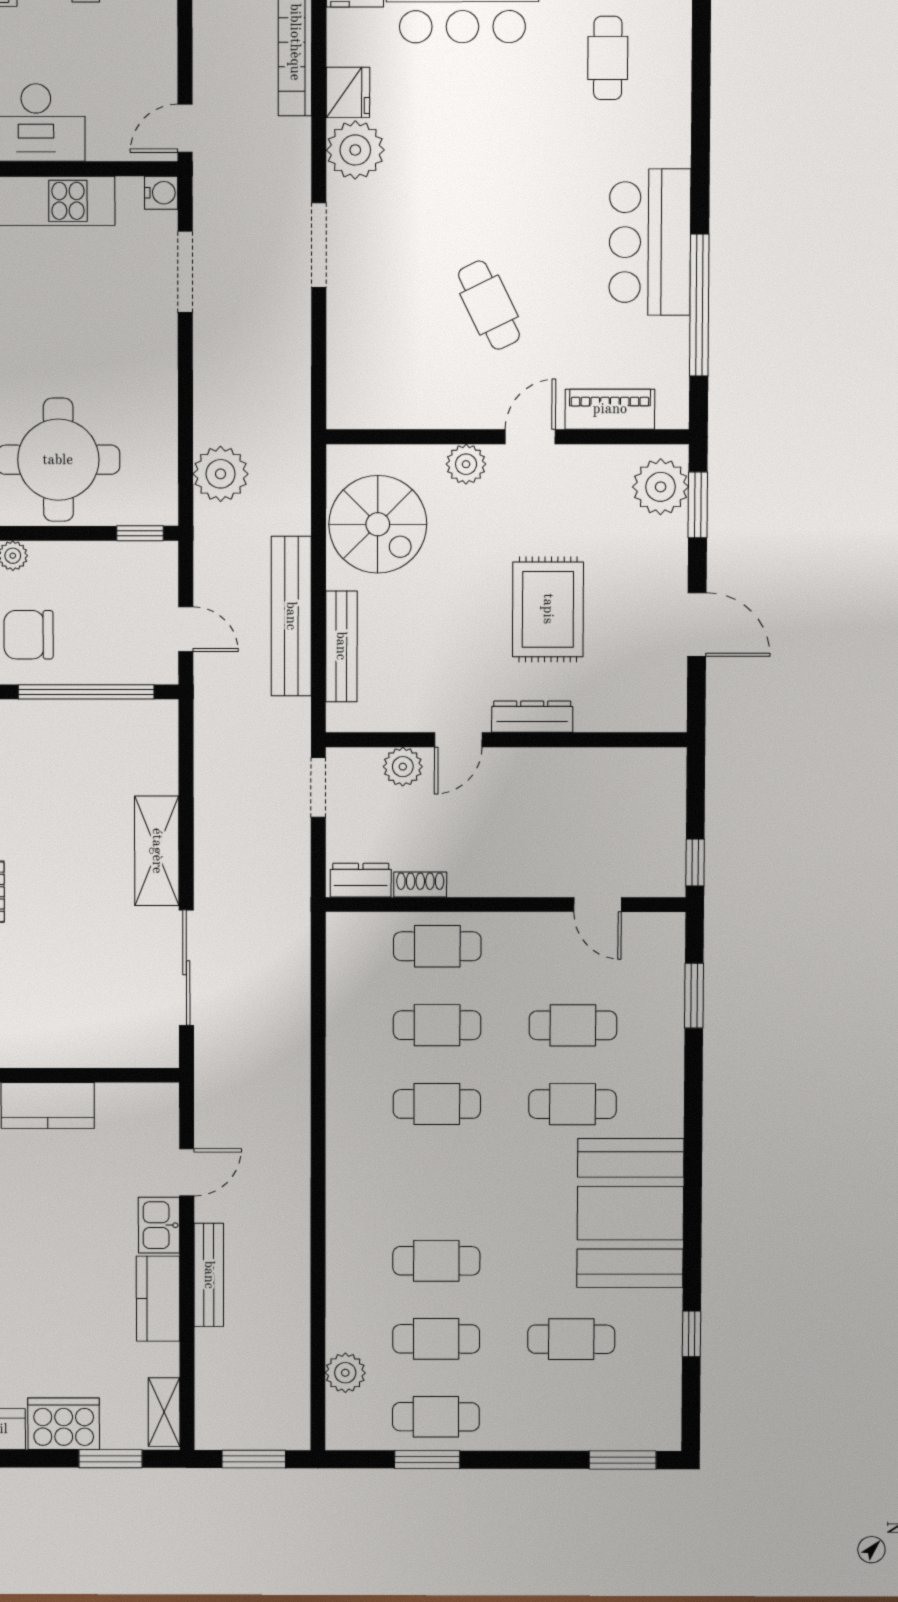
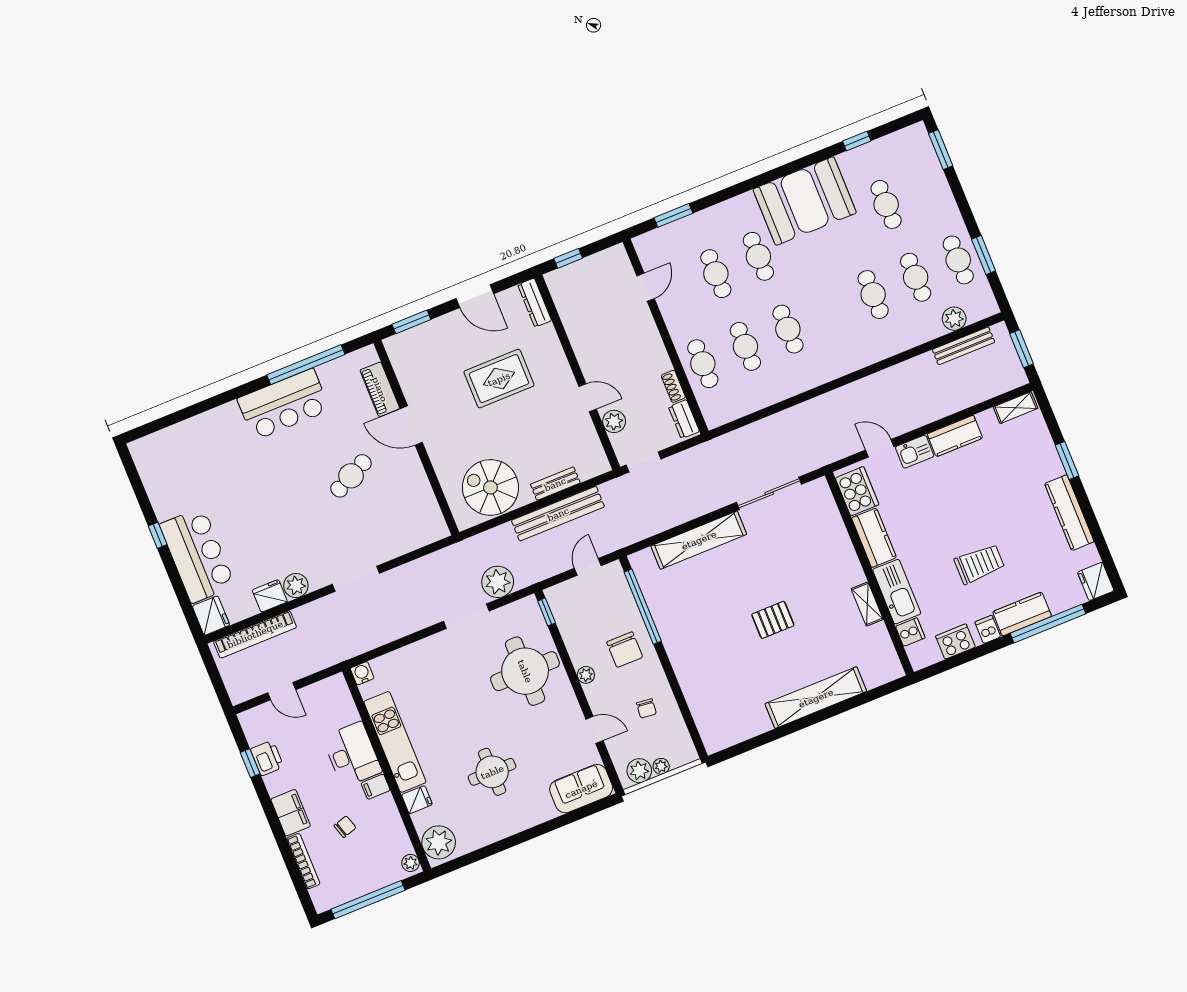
cafe table: (608, 58) -> (197, 466), removed
door: (185, 128) -> (282, 691), moved
plant: (355, 150) -> (296, 585), width x0.73, depth x0.73
doorway: (185, 272) -> (466, 616), moved
door: (530, 437) -> (411, 426), width x1.38
plant: (466, 464) -> (440, 454), removed
plant: (661, 487) -> (410, 346), removed
spiral stairs: (378, 524) -> (490, 487), turned -90
door: (697, 624) -> (475, 296), swing flipped
bench: (341, 646) -> (555, 484), width x0.73
dresser: (532, 717) -> (535, 303), moved
shelving: (157, 851) -> (699, 540), width x1.47
window: (695, 863) -> (568, 258), moved
bench: (209, 1275) -> (963, 346), moved
cooker: (64, 1424) -> (857, 491), moved, turned 180
window: (110, 1459) -> (1067, 461), moved

